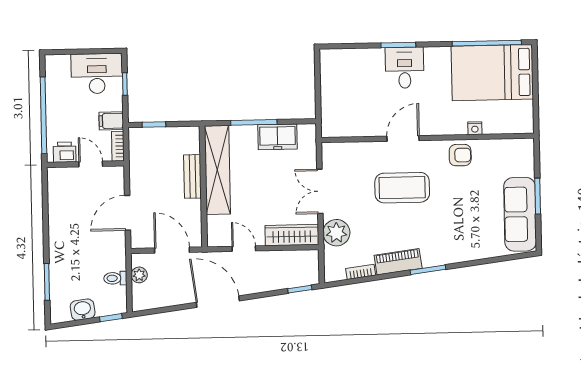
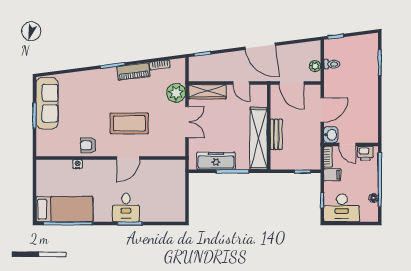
bed: (492, 73) -> (64, 209), width x0.67
floor lamp: (52, 89) -> (374, 198), added
freezer: (278, 137) -> (216, 161), width x1.40
washbasin: (83, 310) -> (331, 135), moved, turned -83

